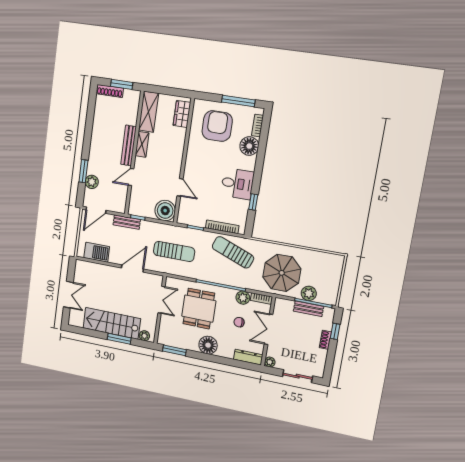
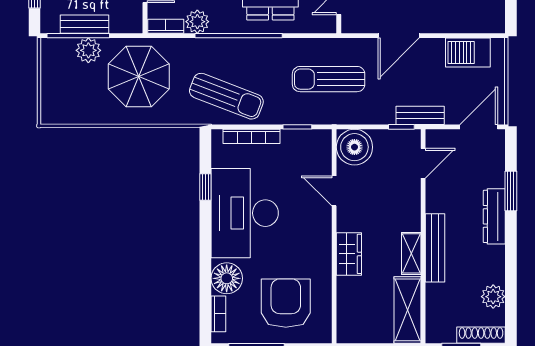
wardrobe: (182, 114) -> (349, 254), moved
armchair: (217, 126) -> (286, 303), turned 180
dresser: (94, 158) -> (494, 216), added
door: (131, 177) -> (423, 163), moved
plant: (92, 182) -> (493, 297), moved
desk: (237, 184) -> (245, 213), width x1.87, depth x1.30

